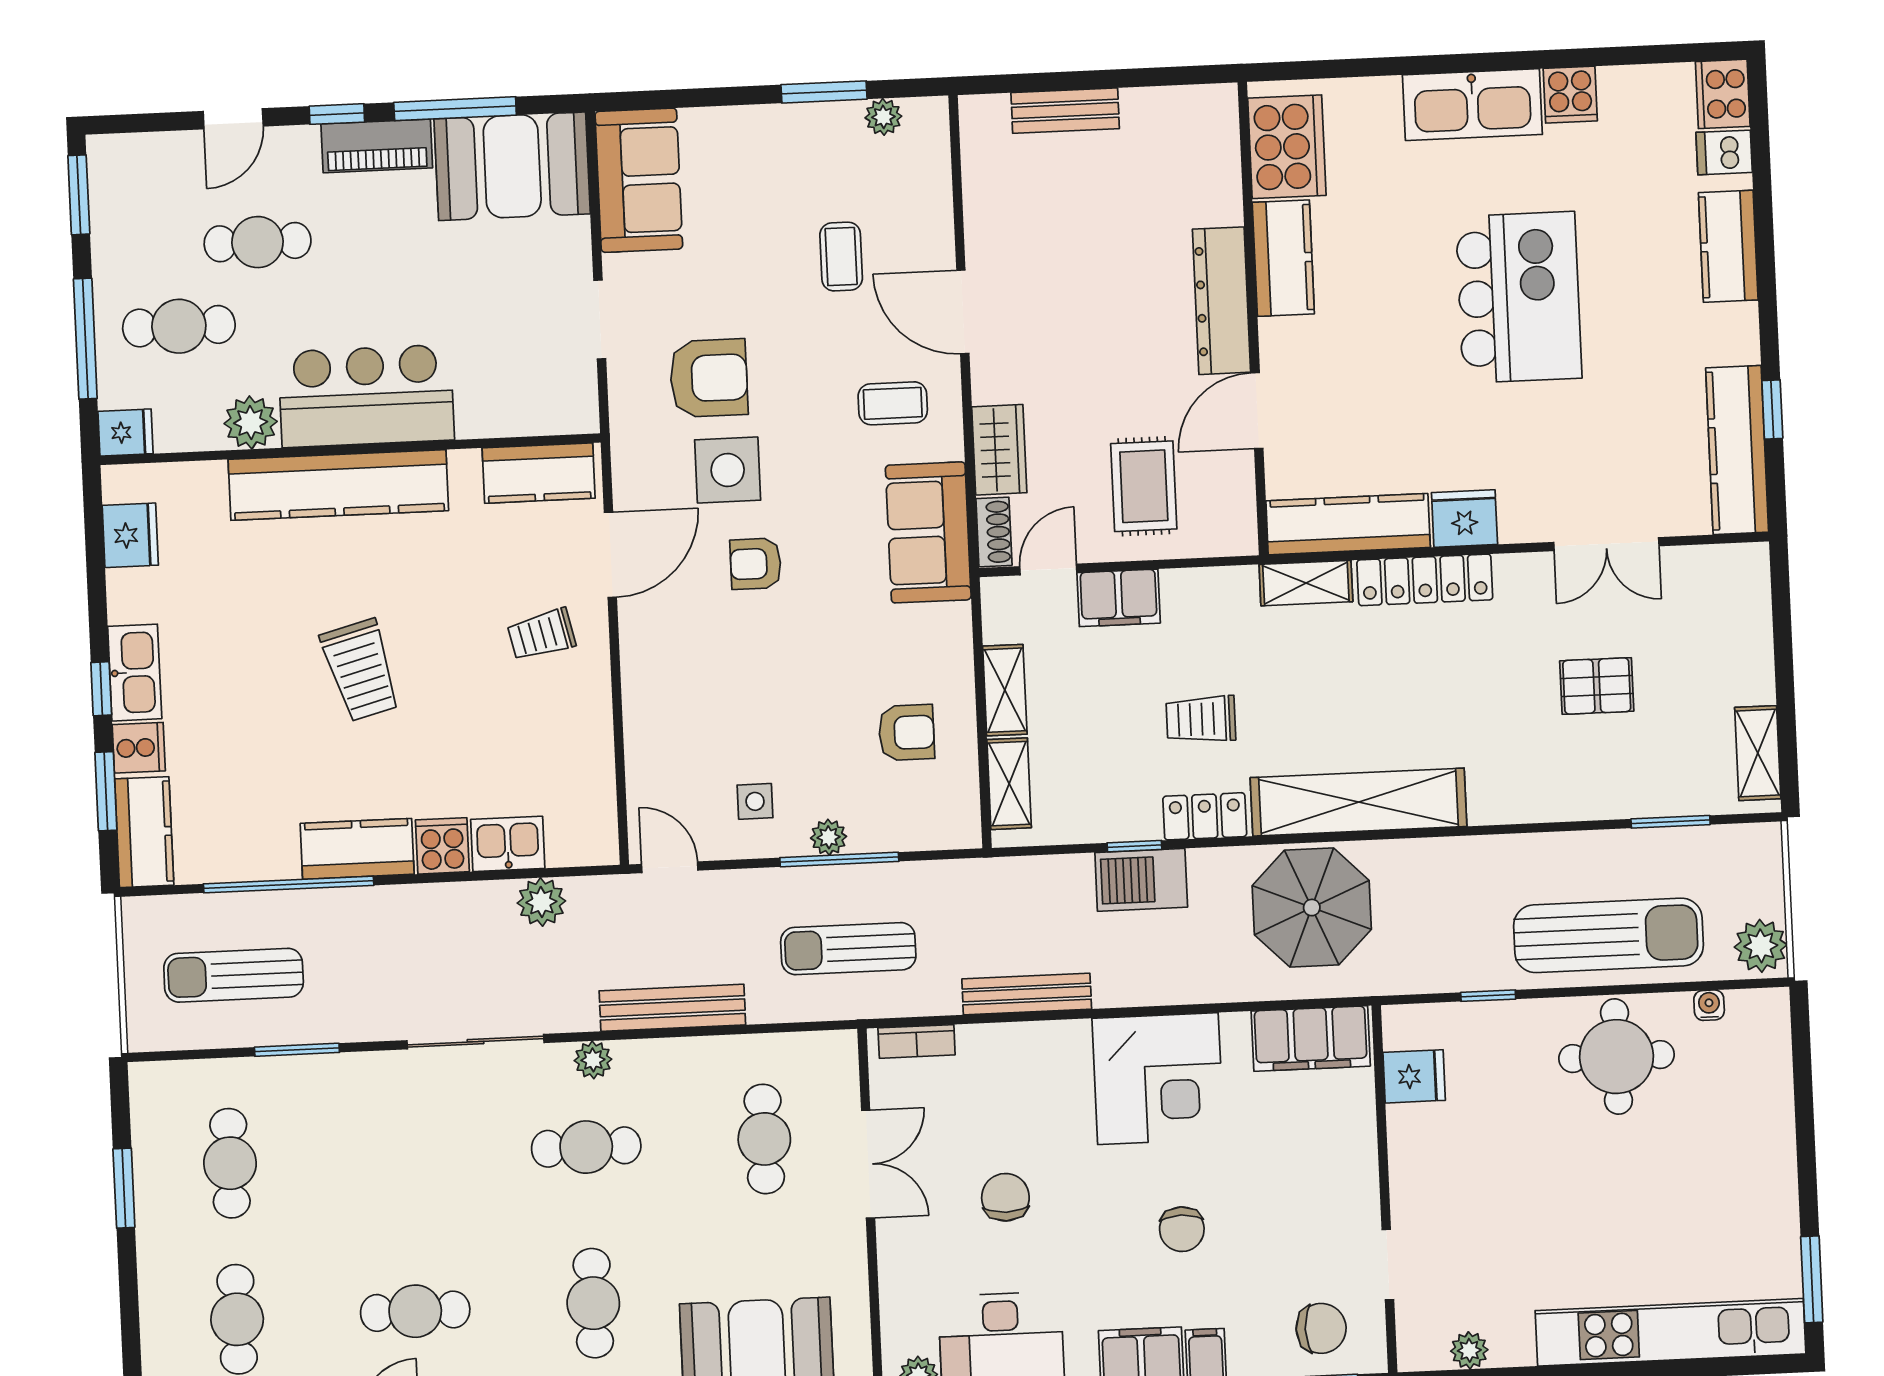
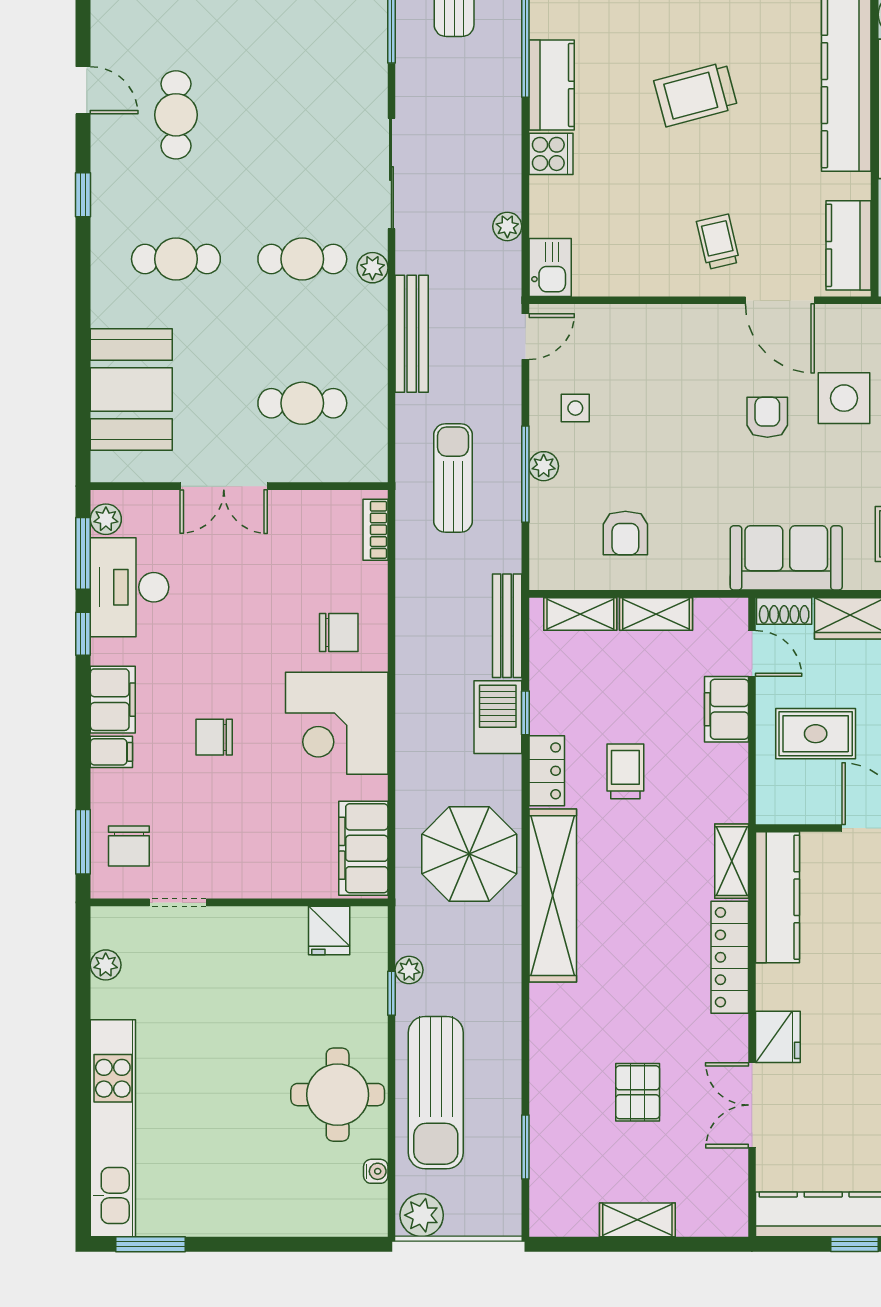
fridge: (1464, 518) -> (778, 1037), moved
shelving: (1758, 753) -> (637, 1220), moved
kitchen sink: (508, 844) -> (550, 267), moved
plant: (541, 902) -> (507, 226), width x0.73, depth x0.73
plant: (1459, 975) -> (409, 970), added
bench: (1027, 994) -> (507, 626), moved
cafe table: (586, 1147) -> (302, 259), turned 90
double door: (868, 1164) -> (224, 486), moved
chair: (1005, 1197) -> (339, 633), moved

